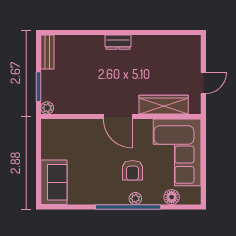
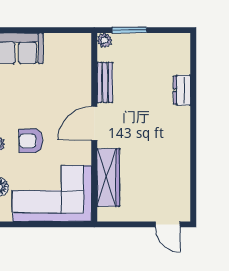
dresser: (118, 42) -> (182, 90), moved
bench: (47, 52) -> (105, 82), moved, turned 90
door: (203, 83) -> (168, 224), moved

